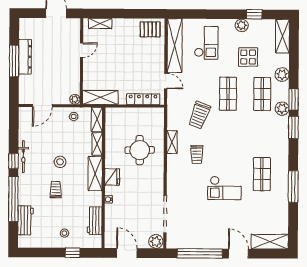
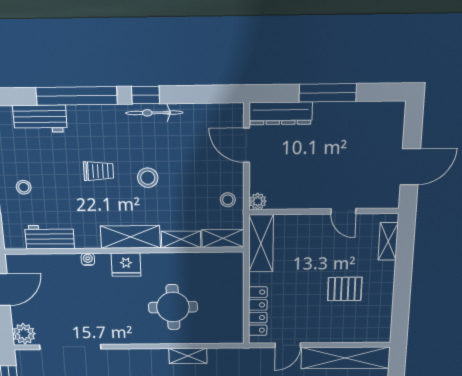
pallet: (150, 29) -> (345, 289), moved, turned 90
dresser: (25, 57) -> (281, 113), moved

